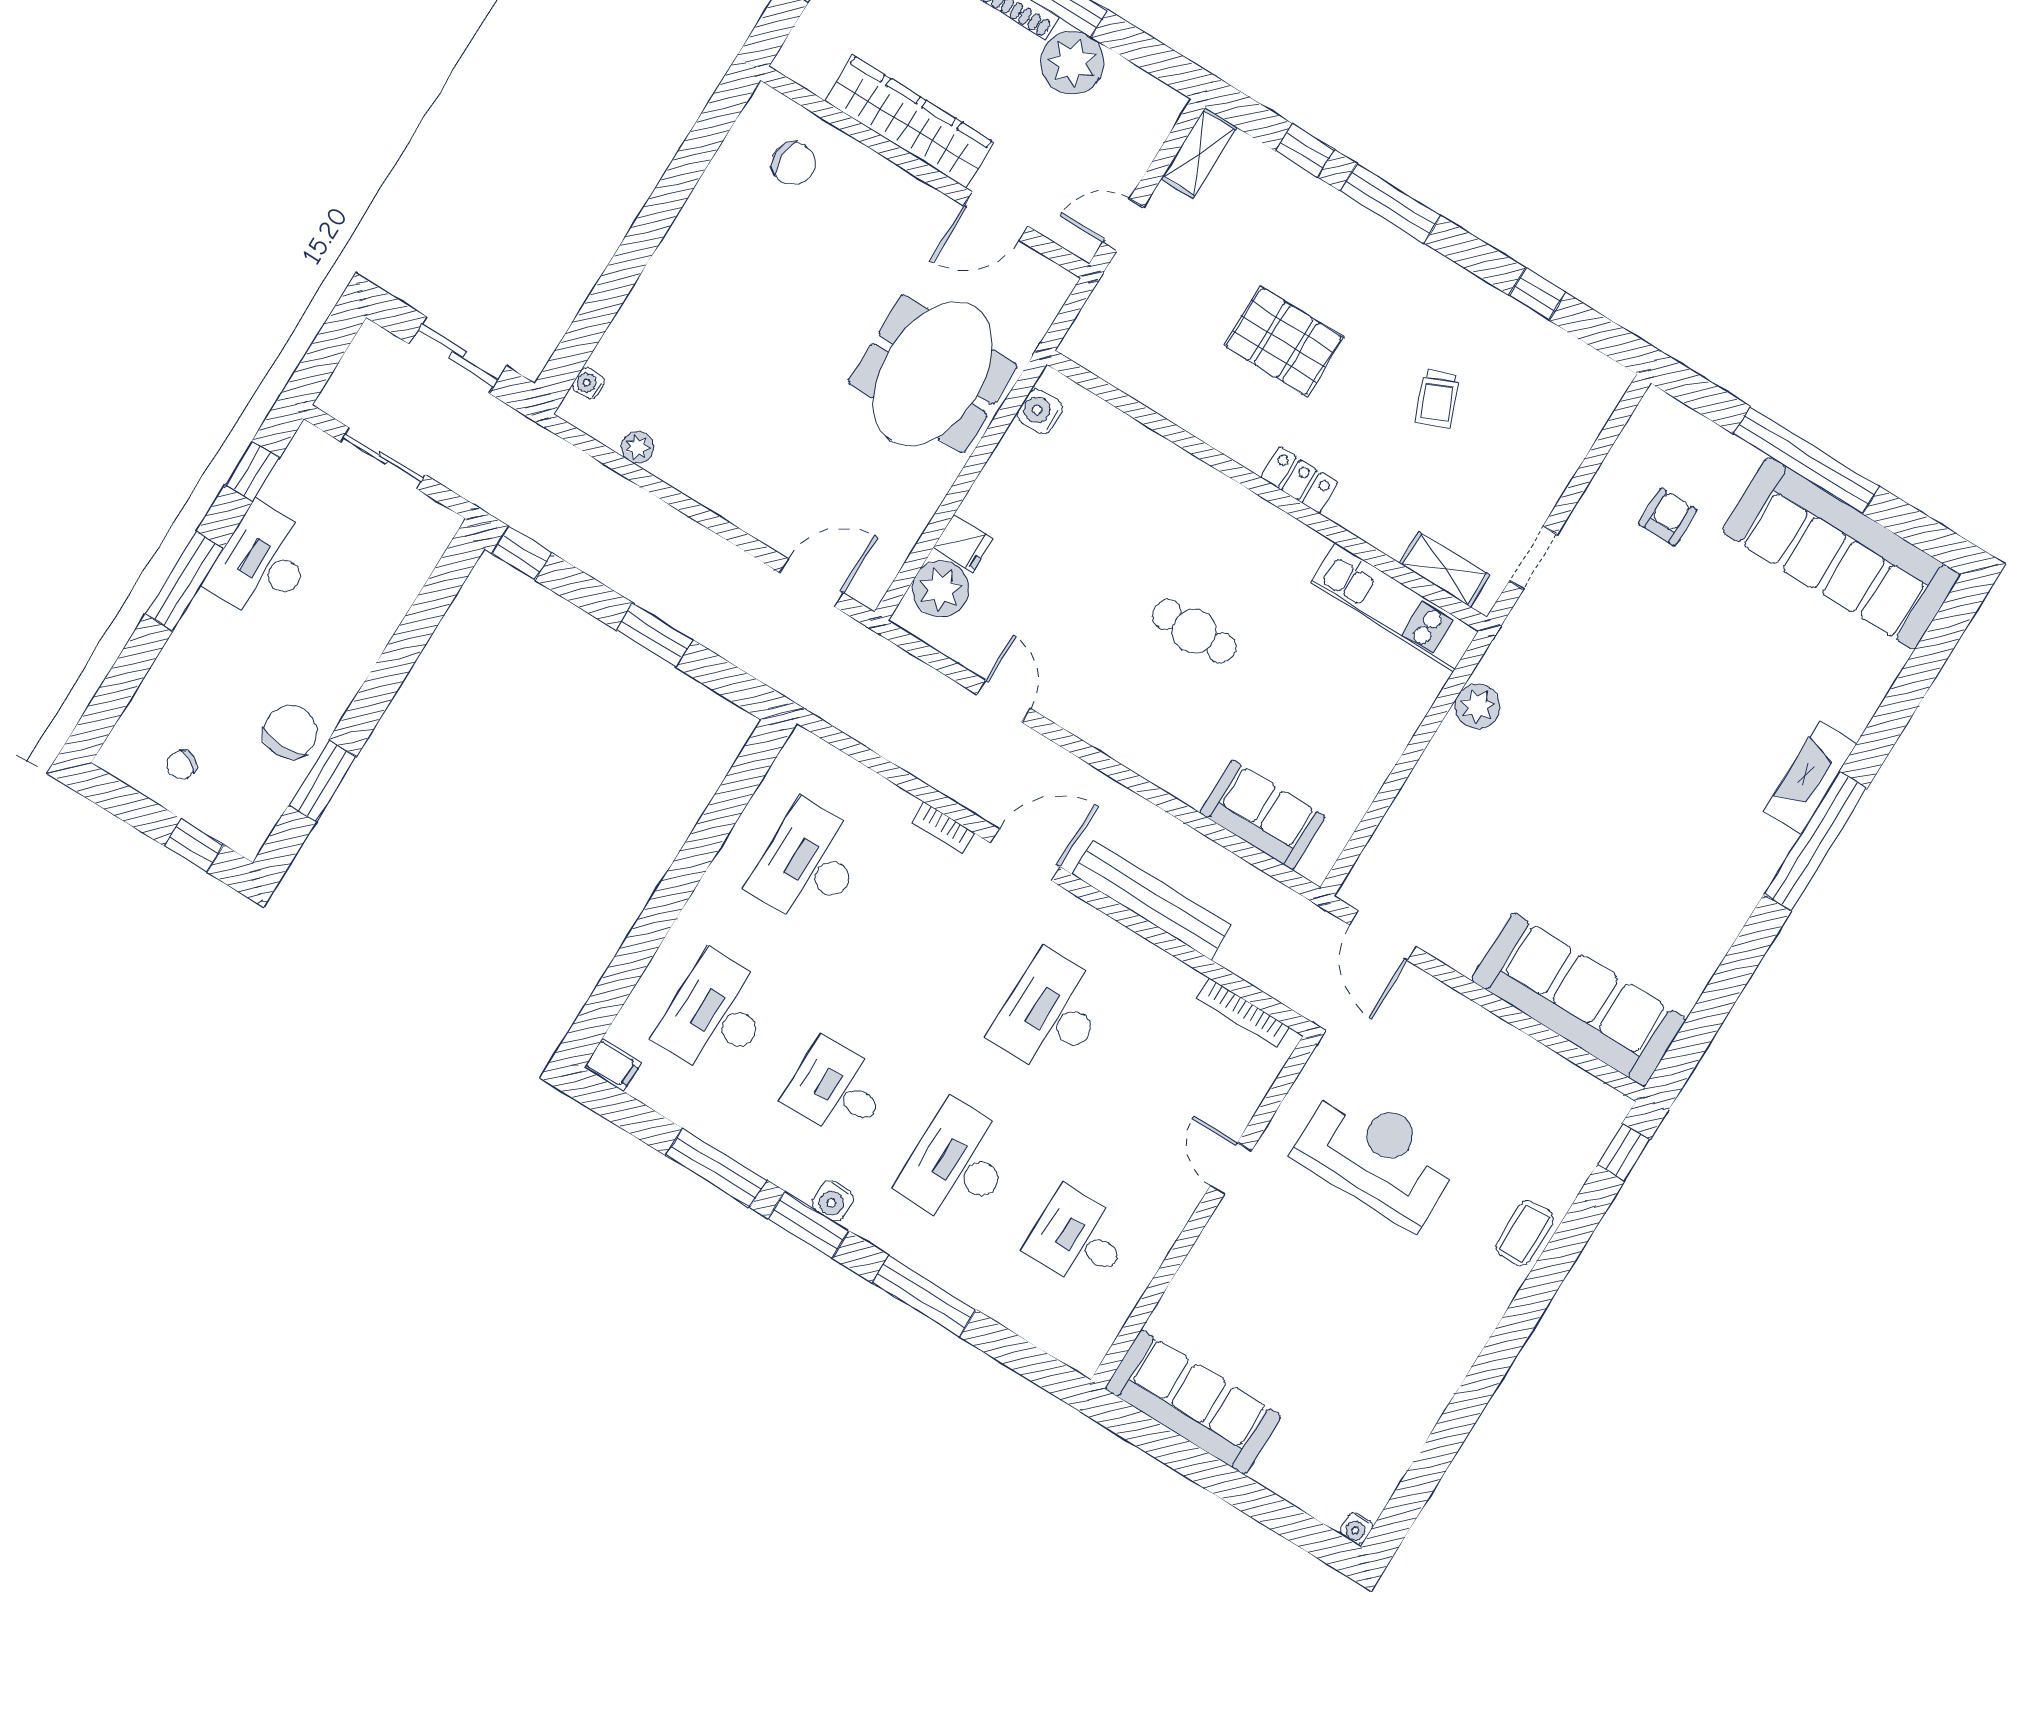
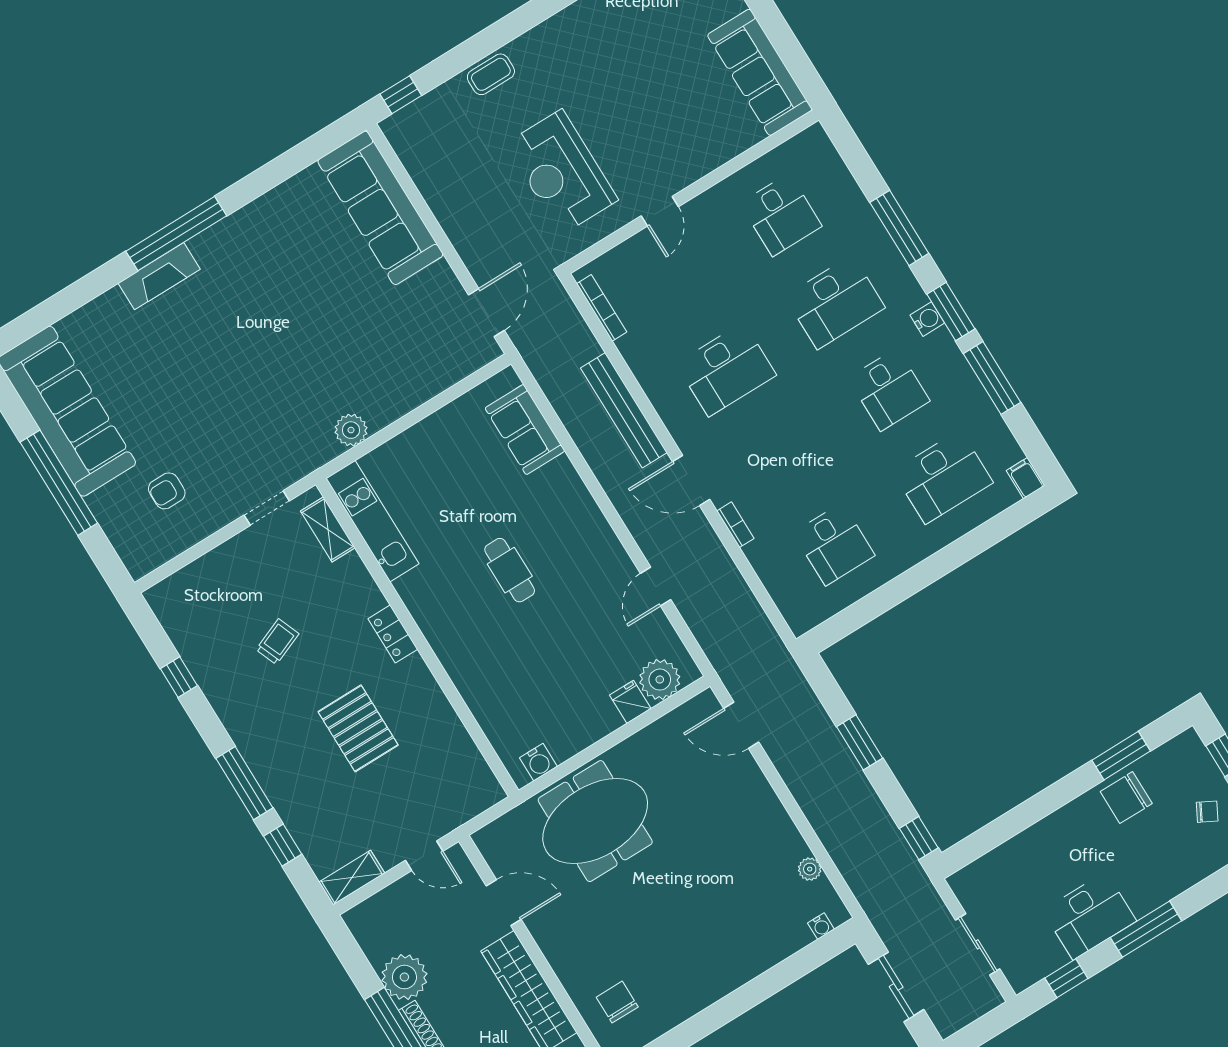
desk: (809, 864) -> (834, 544), width x0.73

